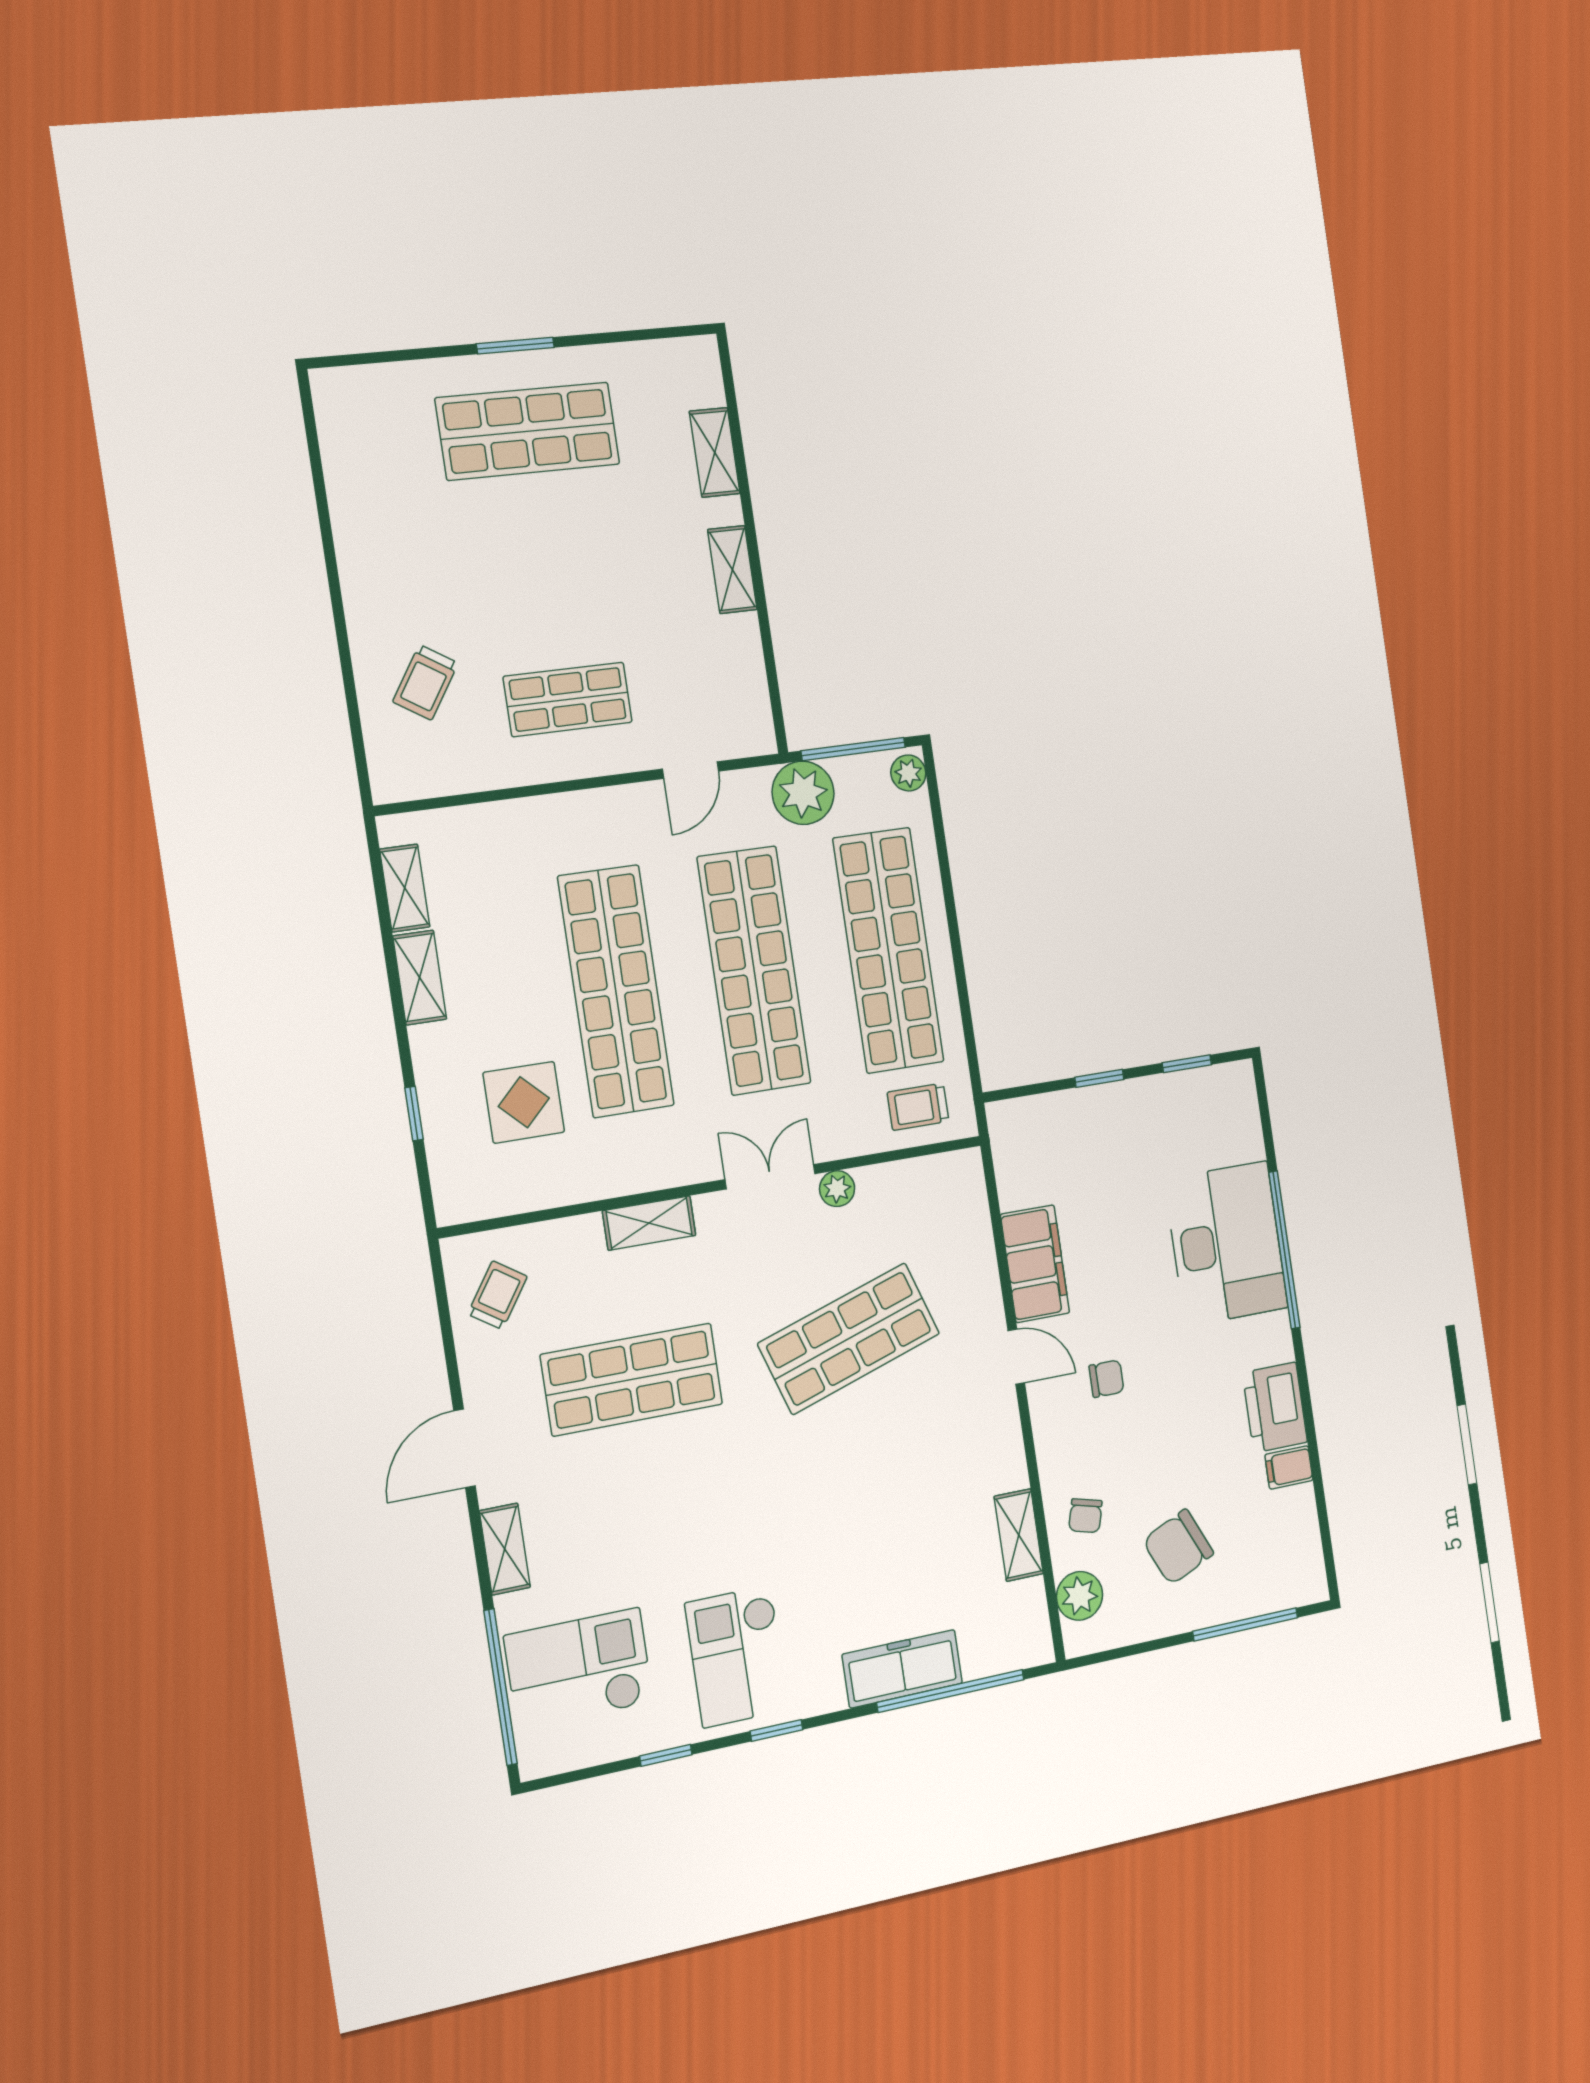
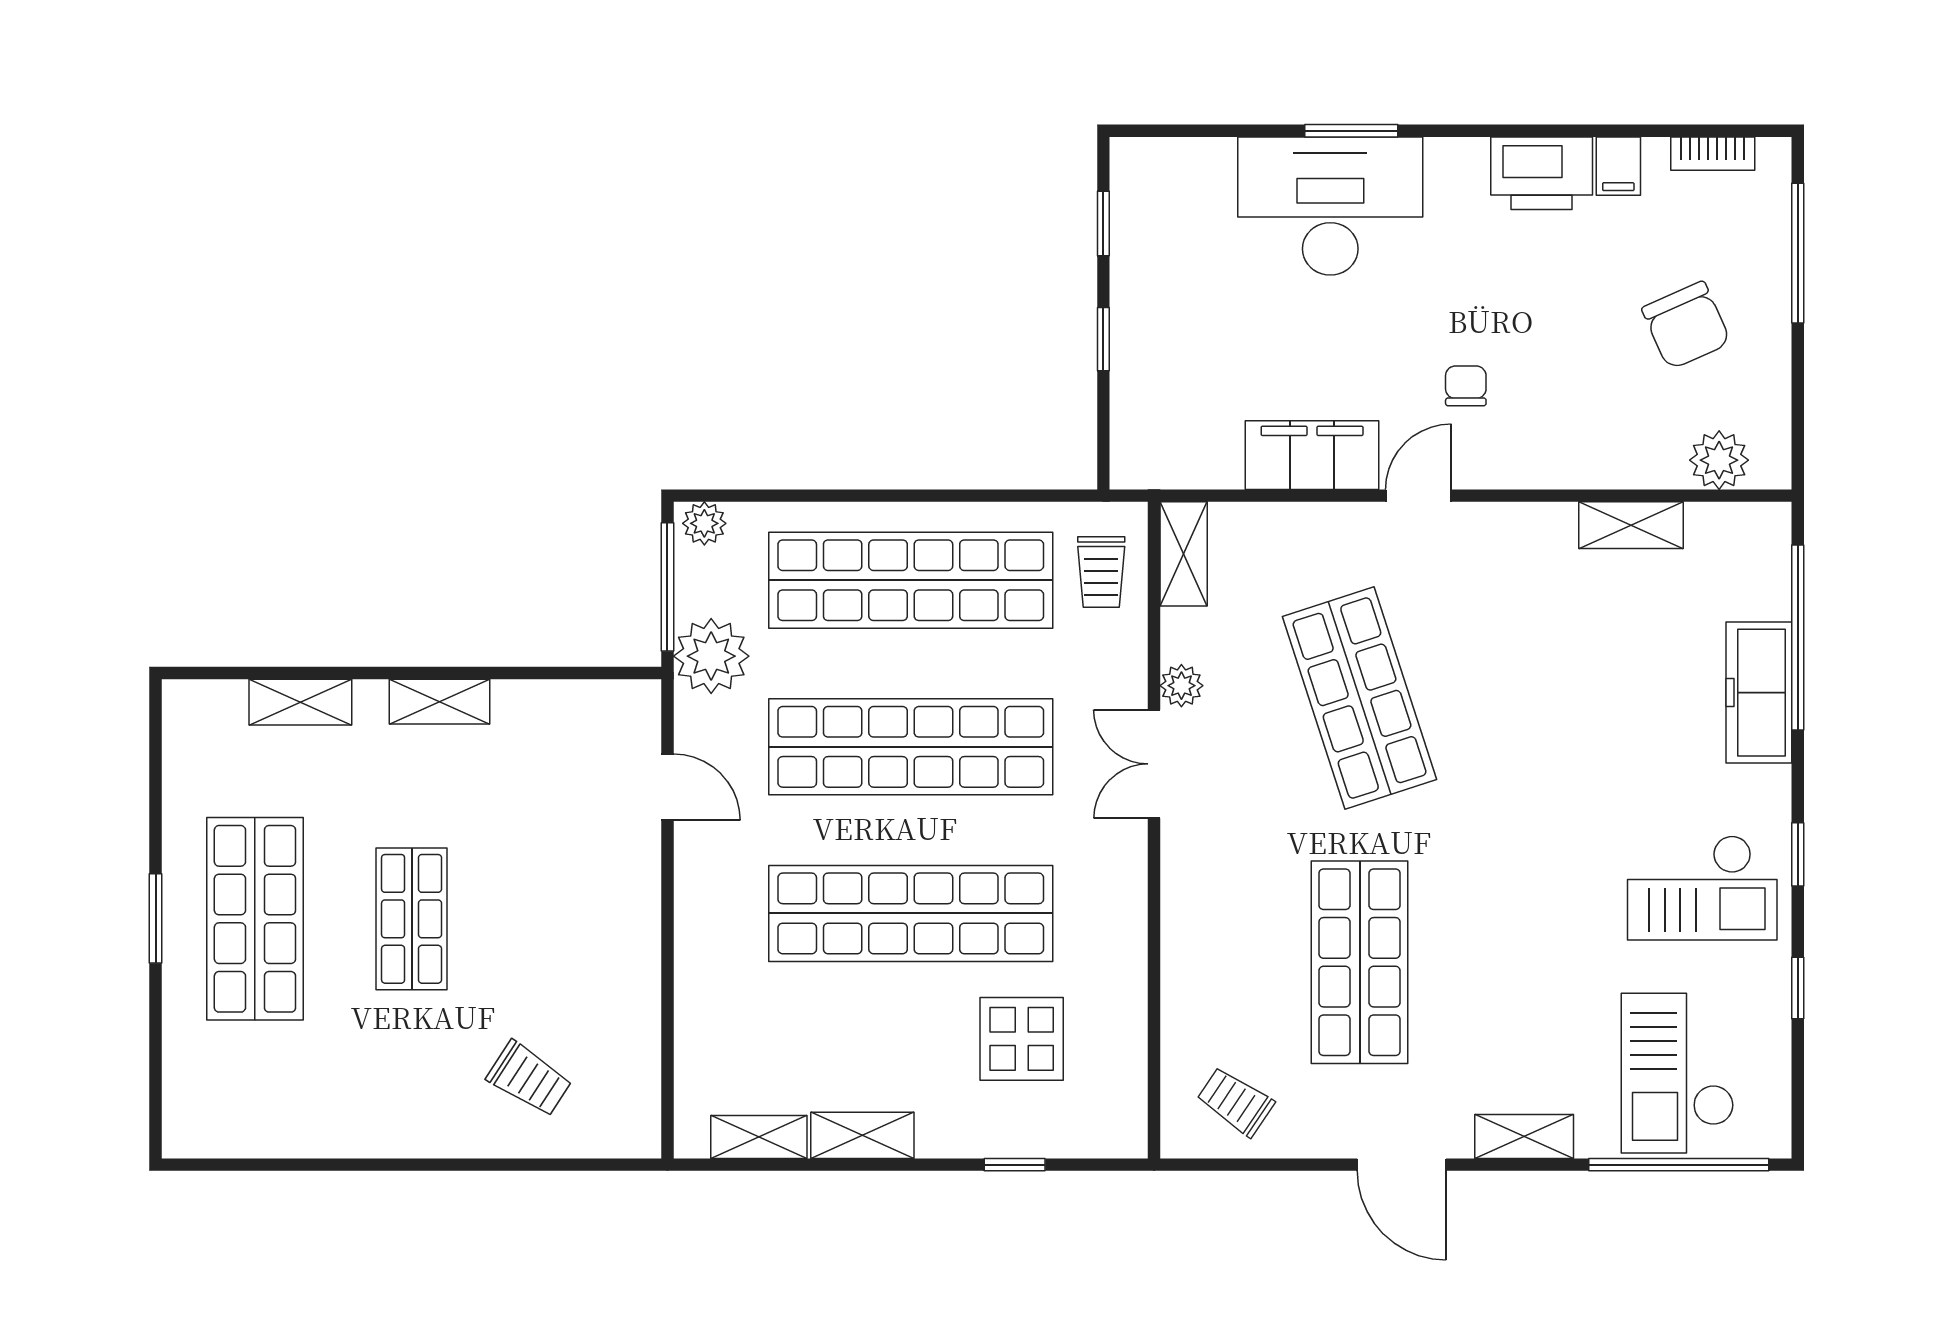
shop shelf: (568, 699) -> (412, 919), moved
shelving: (649, 1223) -> (1184, 554), moved
window: (1284, 1250) -> (1351, 131), width x0.47
chair: (1085, 1516) -> (1625, 438), removed
bookcase: (1309, 1540) -> (1713, 154), added

